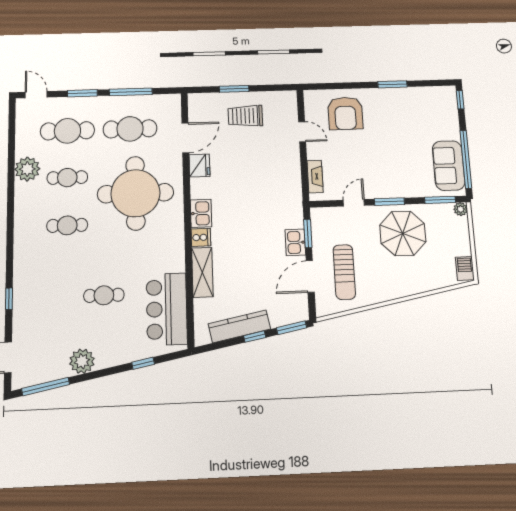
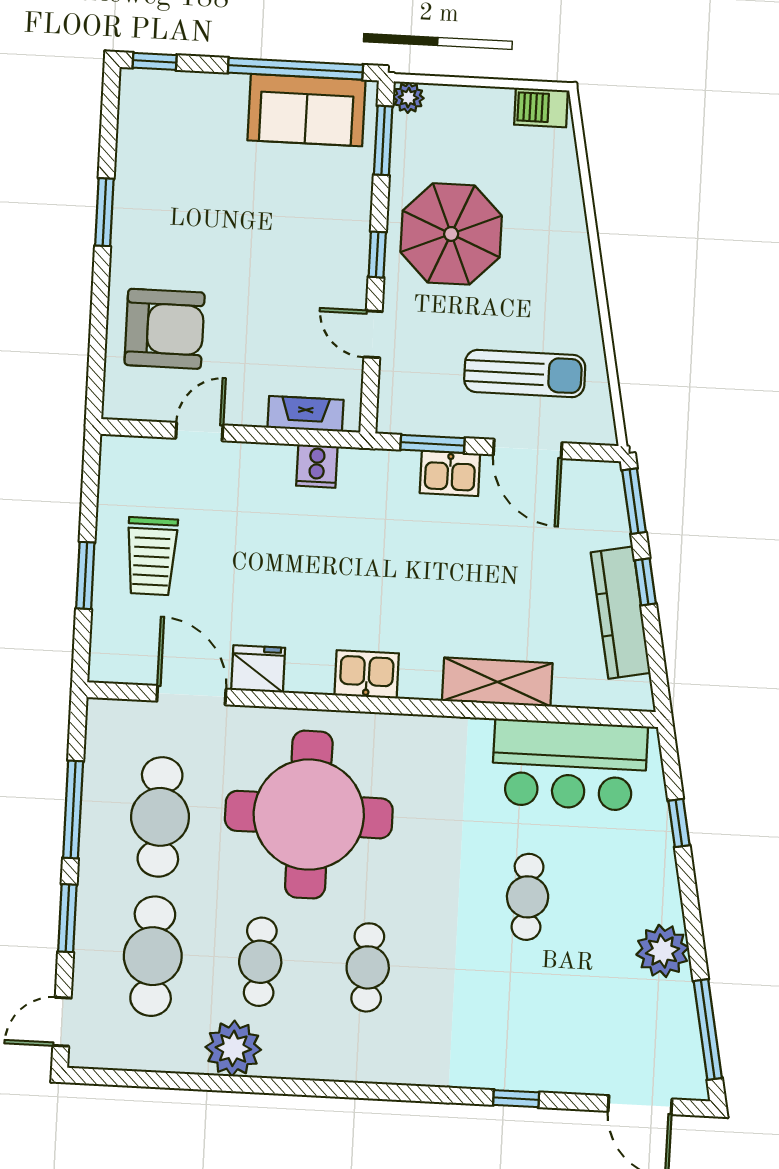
window: (389, 202) -> (377, 255), width x0.67
cooker: (201, 237) -> (317, 466), moved, turned 180

